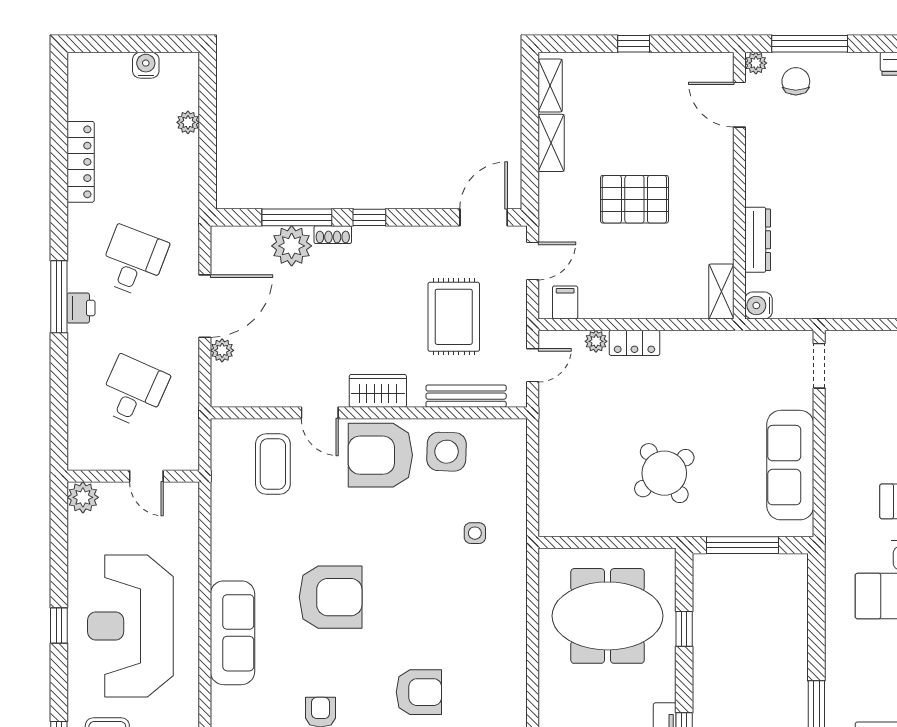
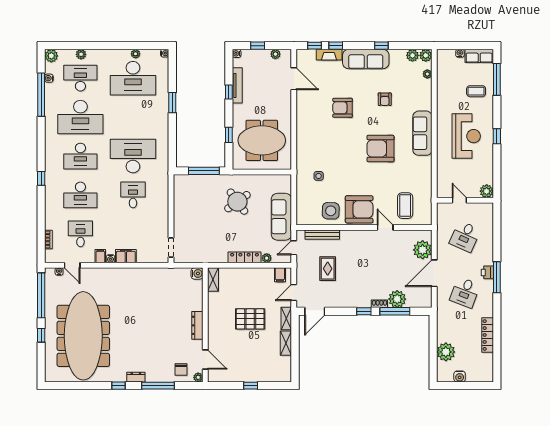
window: (810, 44) -> (158, 386), moved
shelving: (550, 86) -> (286, 319), moved
plant: (188, 122) -> (446, 352), width x1.87, depth x1.87
dresser: (758, 240) -> (197, 325), moved
rug: (454, 317) -> (328, 269), width x0.73, depth x0.70
locker: (634, 343) -> (244, 257), width x1.53
plant: (222, 350) -> (423, 250), width x1.88, depth x1.88
wardrobe: (378, 391) -> (360, 237), removed
sofa: (790, 465) -> (281, 217), moved, turned 180
reception desk: (130, 626) -> (466, 136), width x0.74, depth x0.77

